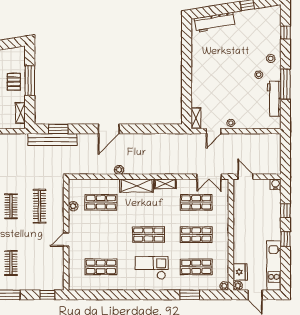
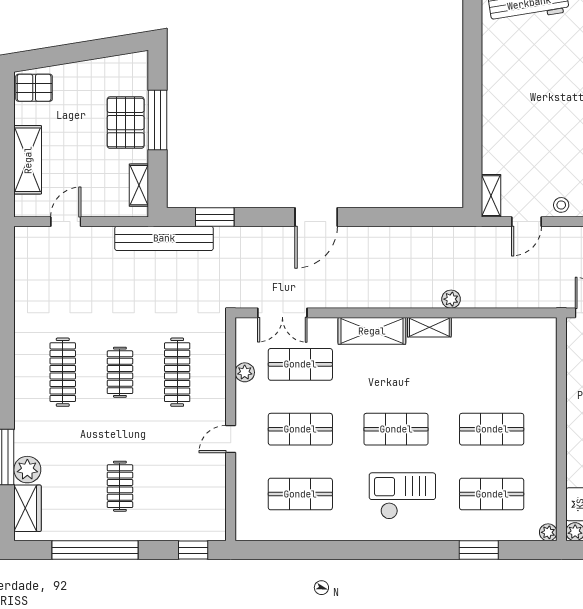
pallet: (14, 82) -> (126, 123), width x1.50, depth x1.42
bench: (52, 140) -> (164, 238), moved
plant: (119, 170) -> (451, 299), moved
double door: (209, 177) -> (282, 313), moved
shop shelf: (196, 202) -> (300, 429), moved

